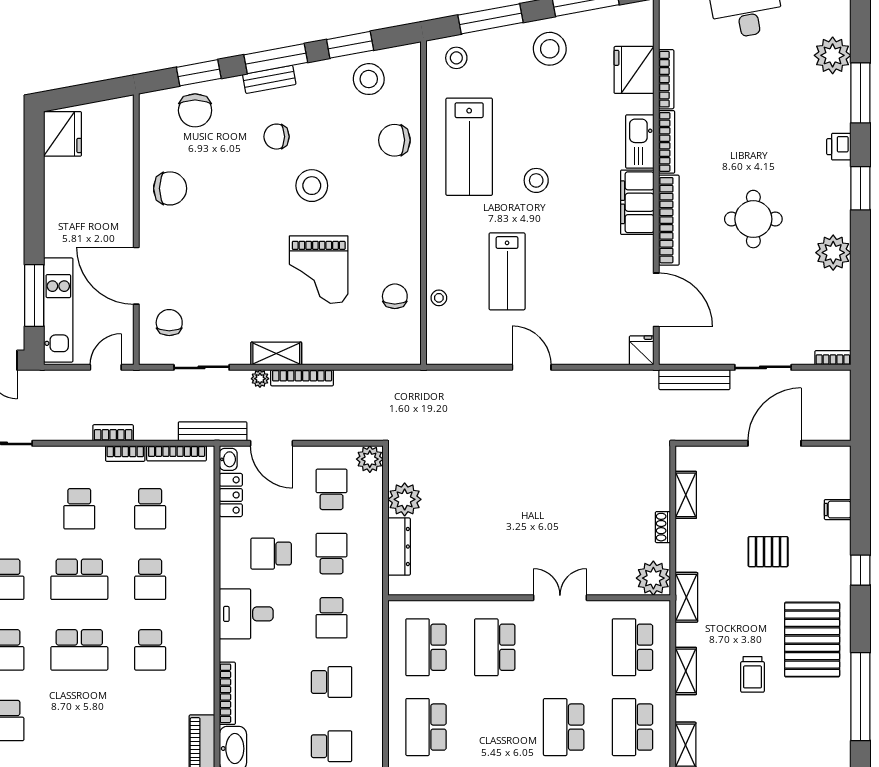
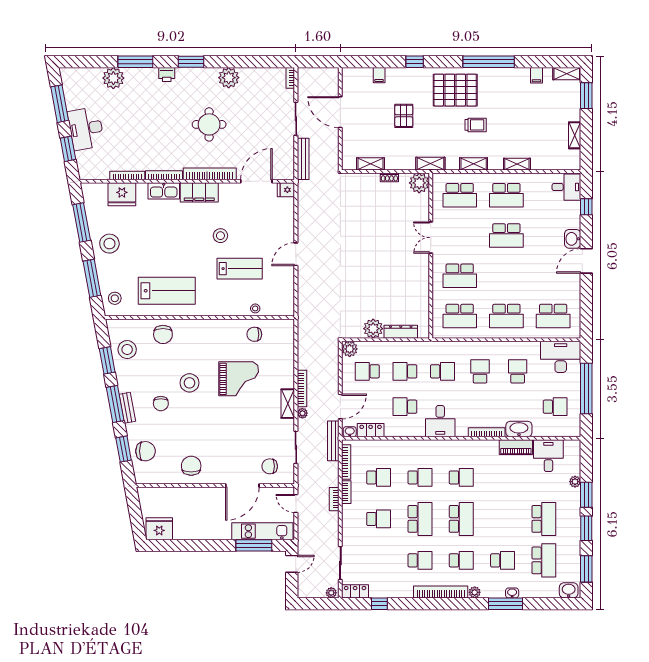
stool: (536, 180) -> (220, 236), moved
school desk: (271, 554) -> (405, 407), turned 90

